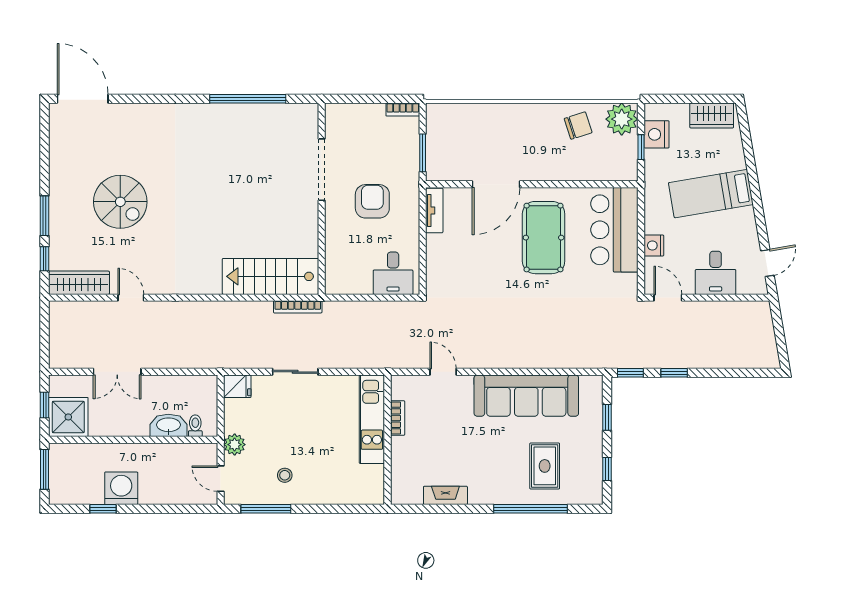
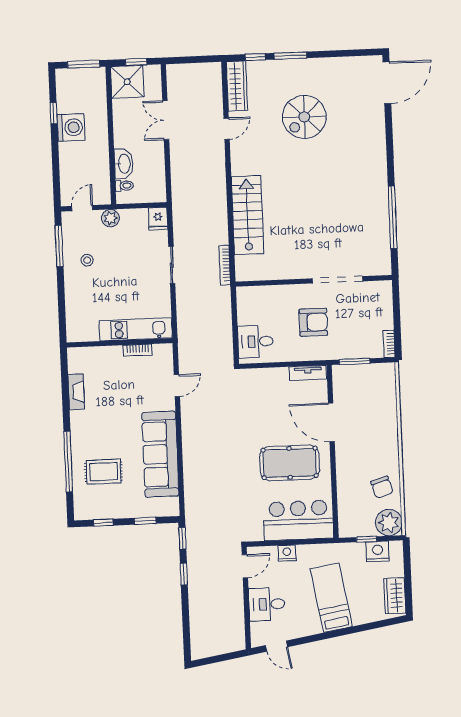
stairs: (270, 276) -> (248, 215), moved

